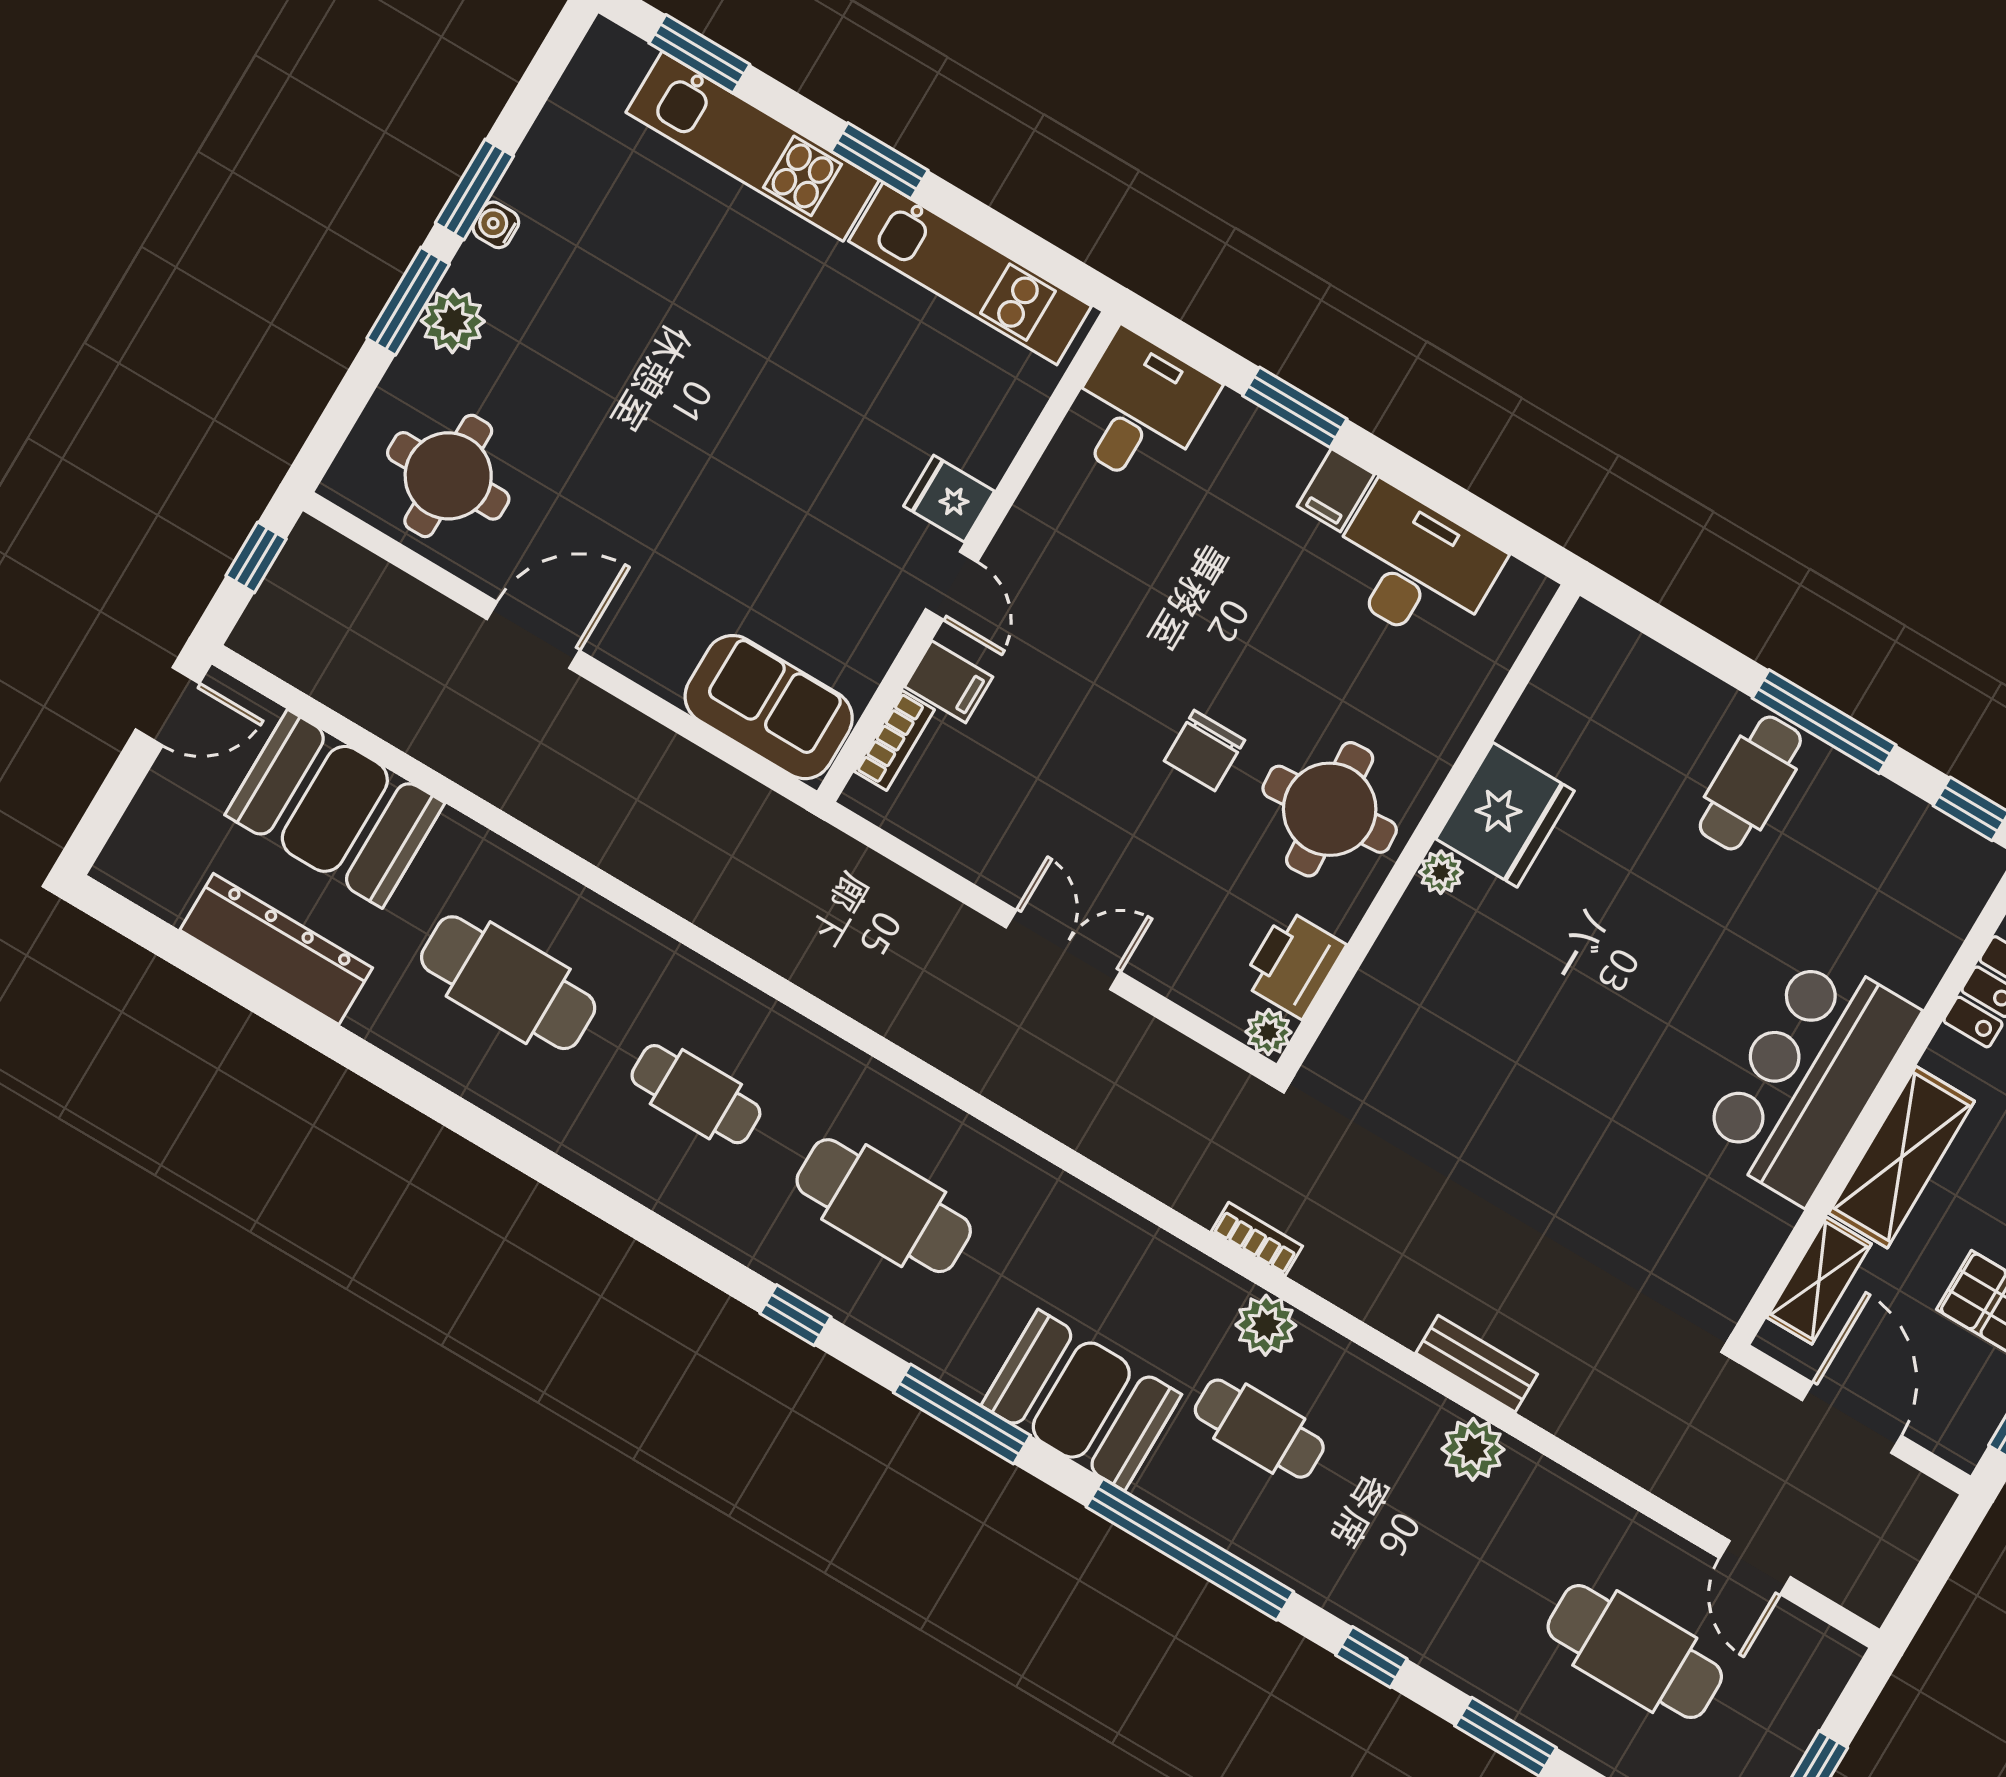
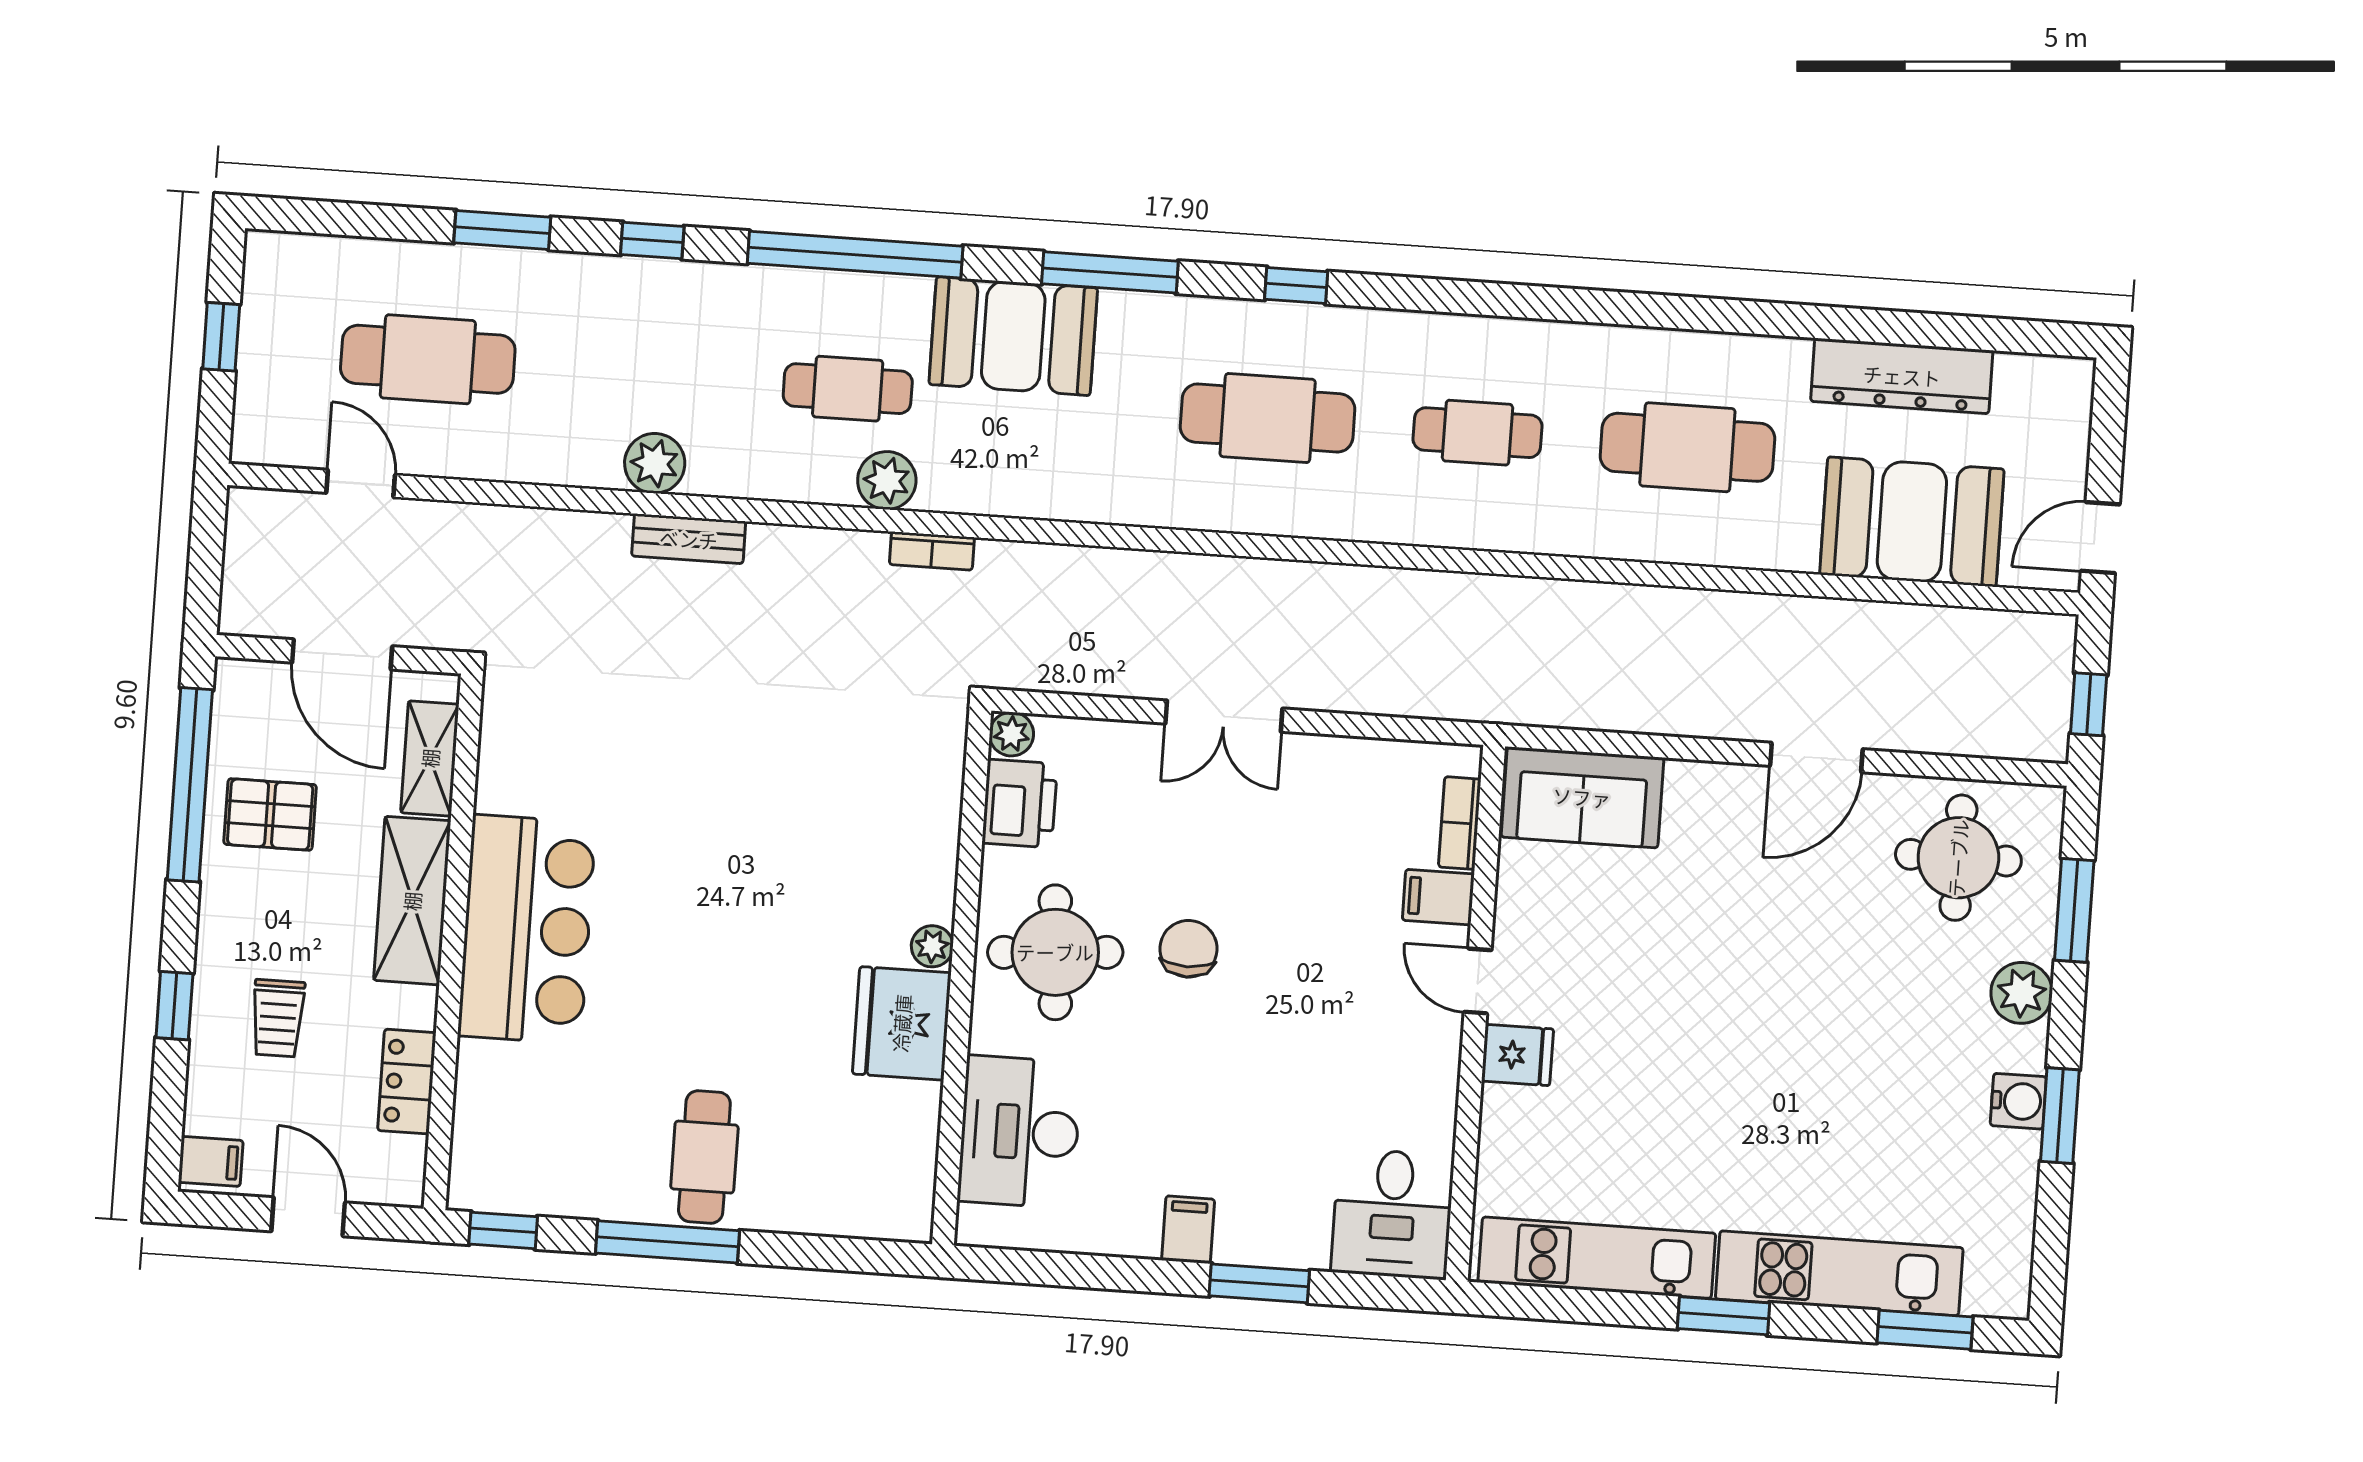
water cooler: (496, 225) -> (2018, 1101), width x1.38, depth x1.38
window: (408, 301) -> (2074, 910), moved
desk: (1414, 567) -> (1020, 1132), moved, turned 90

